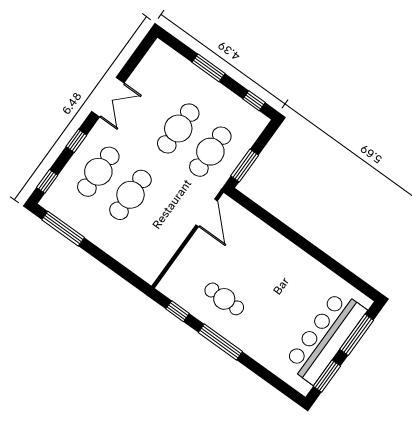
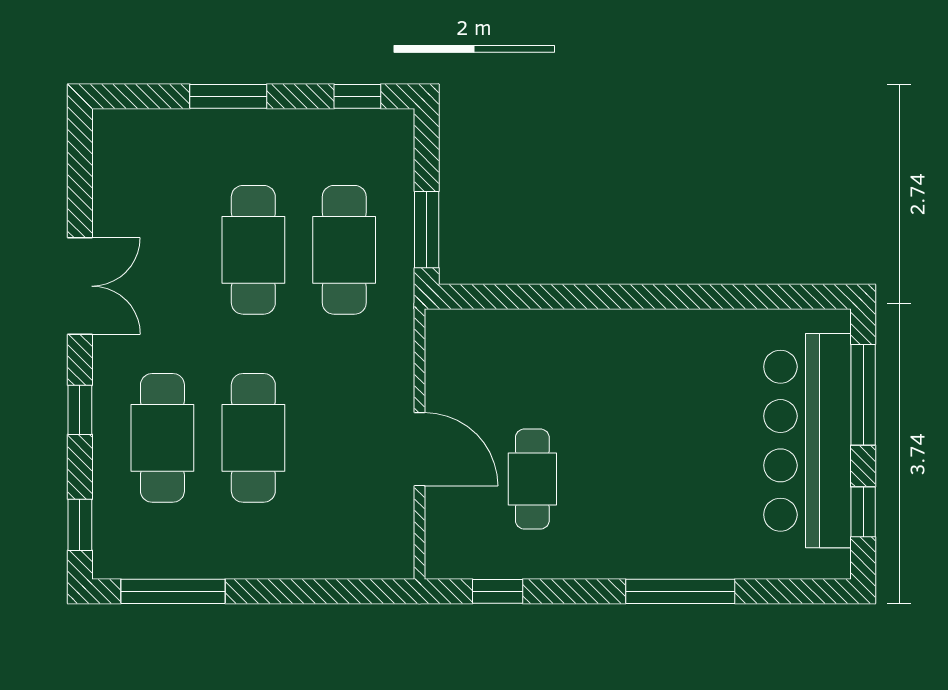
door: (207, 213) -> (420, 449), moved
cafe table: (224, 299) -> (532, 479), moved, turned 90
window: (220, 342) -> (680, 591), moved
window: (327, 376) -> (863, 512), width x0.67

